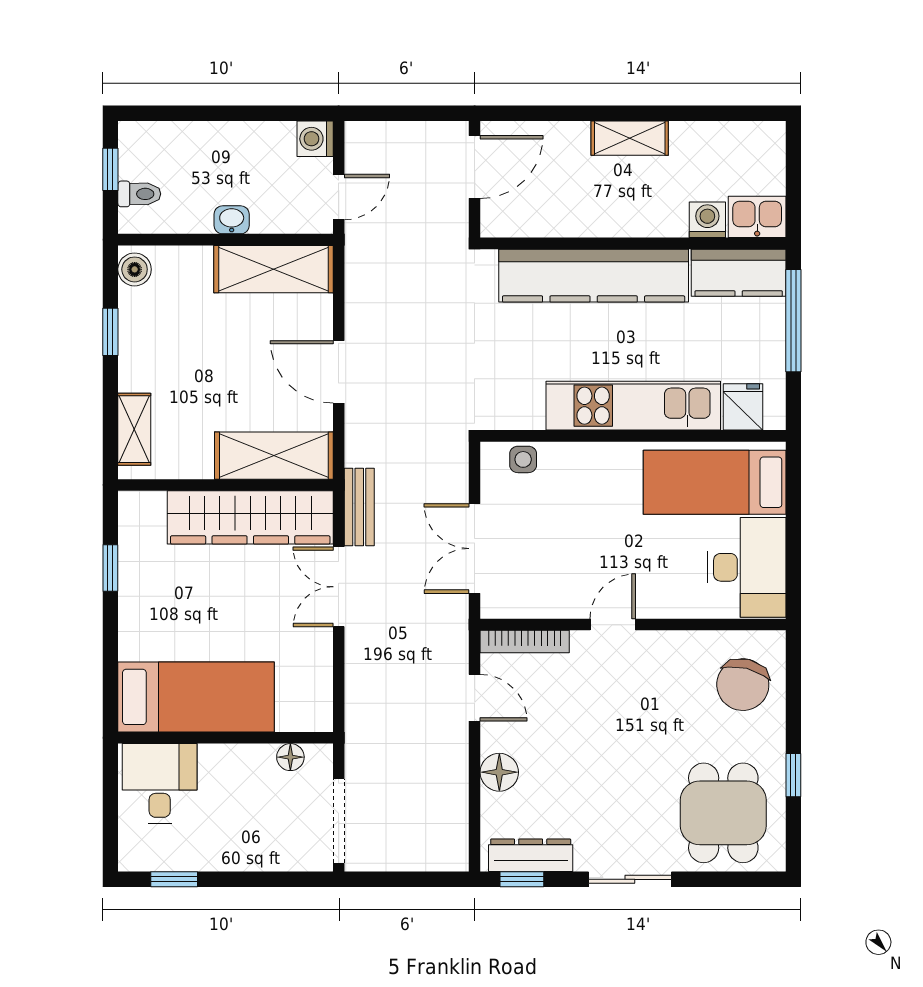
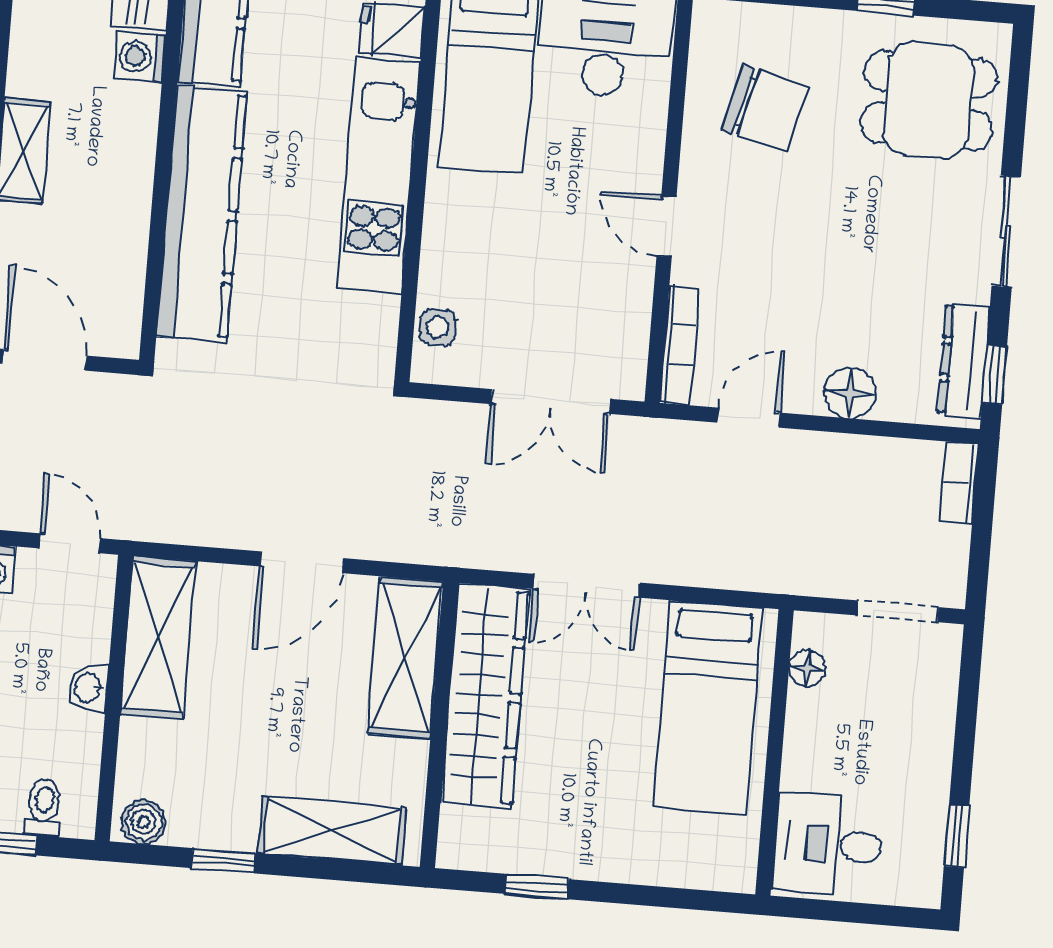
shelving: (134, 429) -> (332, 831), width x1.50, depth x1.33
bench: (359, 507) -> (483, 550), removed
chair: (743, 685) -> (765, 108), moved
bed: (196, 697) -> (708, 708), moved, turned 180
doorway: (339, 821) -> (897, 611), width x0.73
bookcase: (439, 860) -> (959, 483), added

